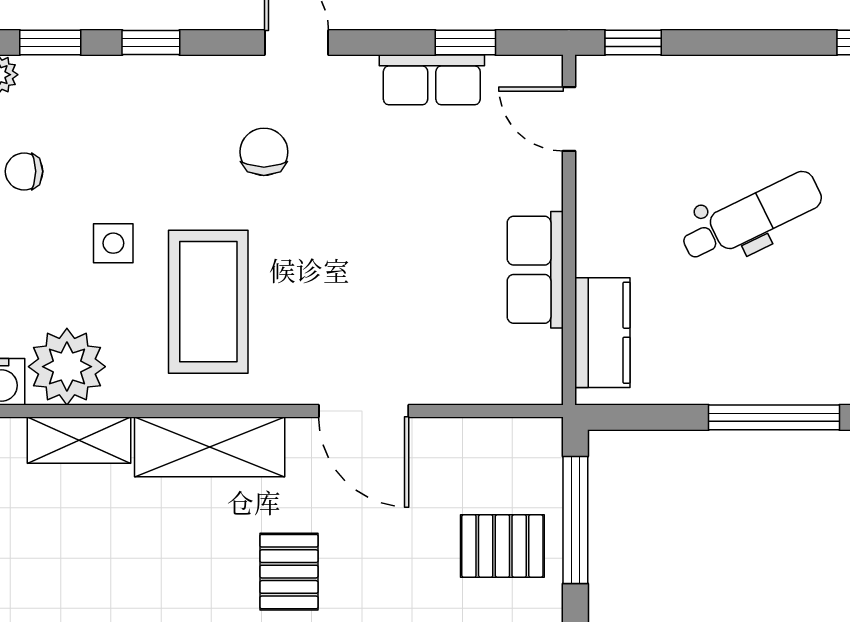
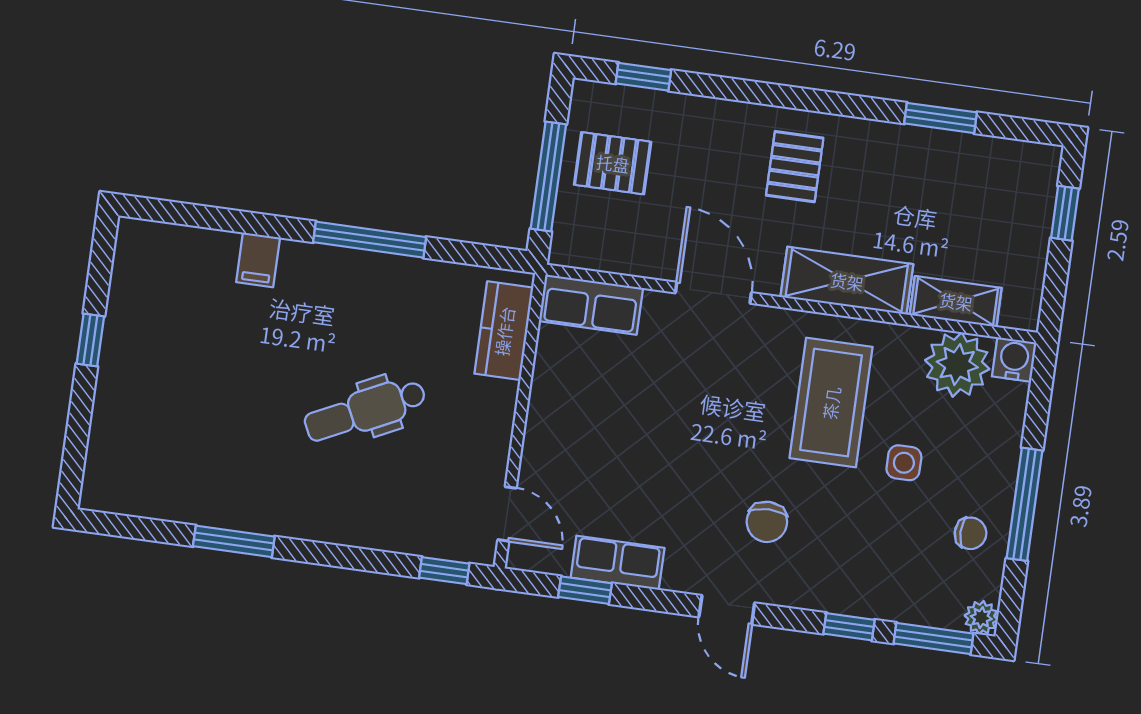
window: (50, 42) -> (933, 639), width x1.50
row of seats: (535, 270) -> (591, 305), moved, turned 90

